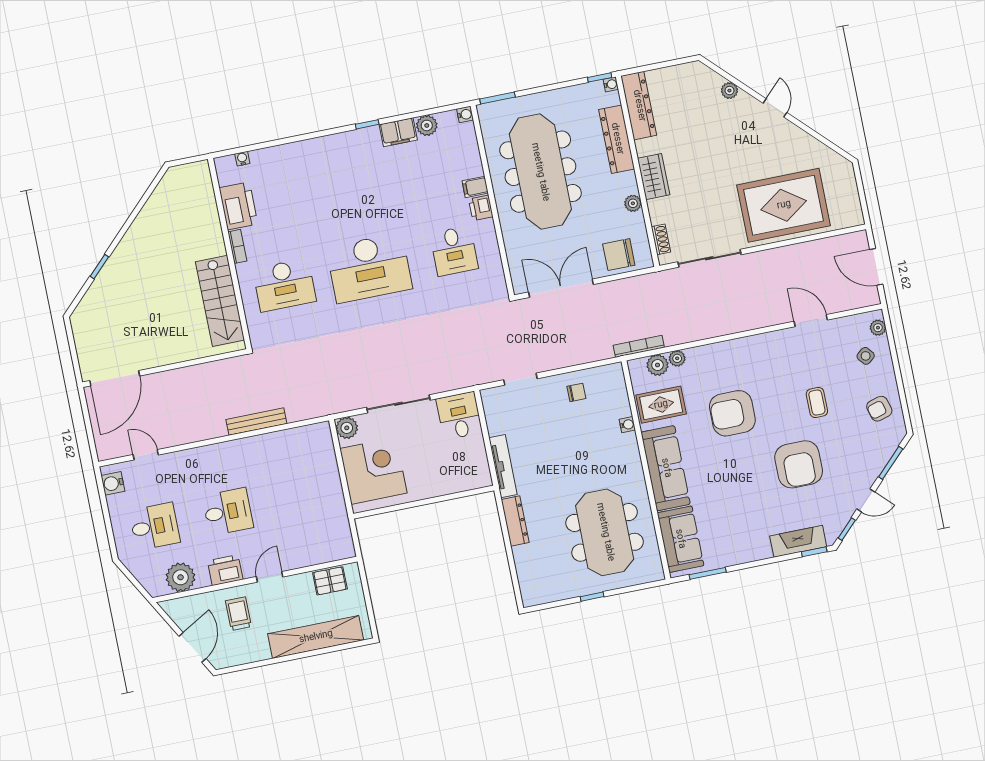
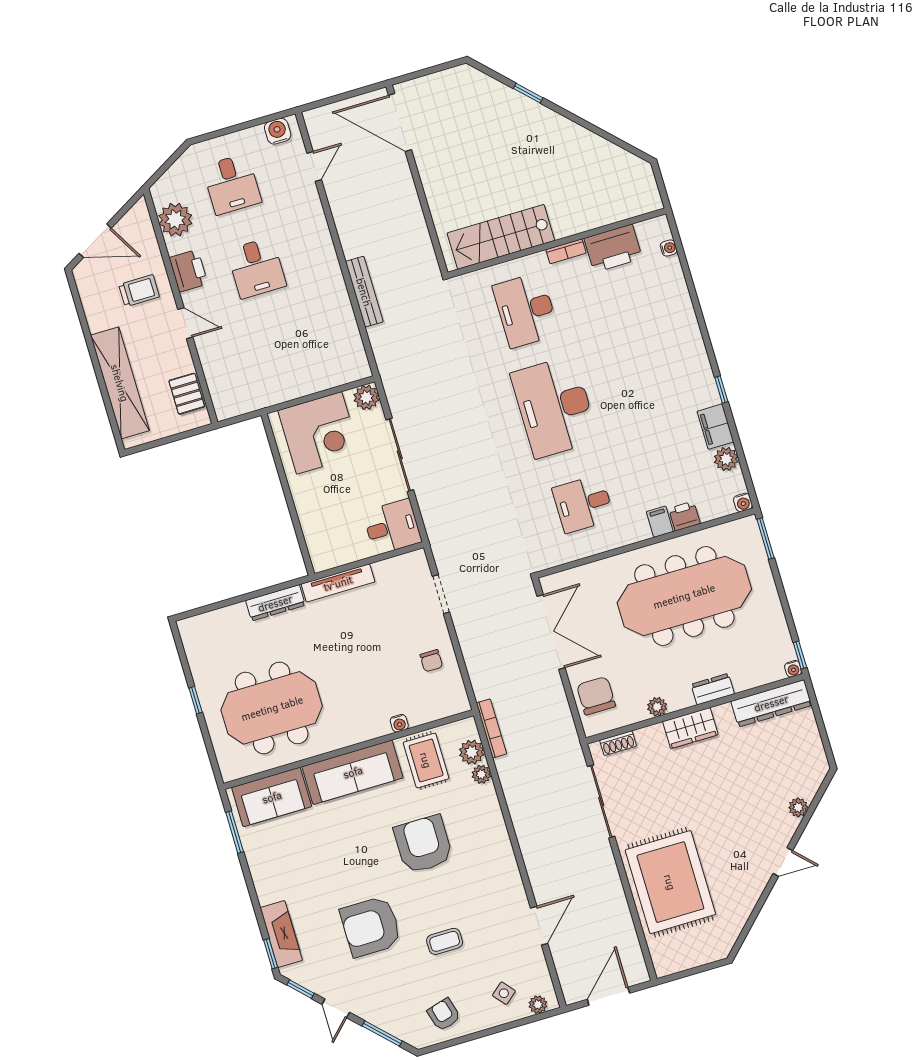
dresser: (617, 139) -> (713, 689), width x0.51, depth x0.80
printer: (481, 208) -> (684, 516), moved

